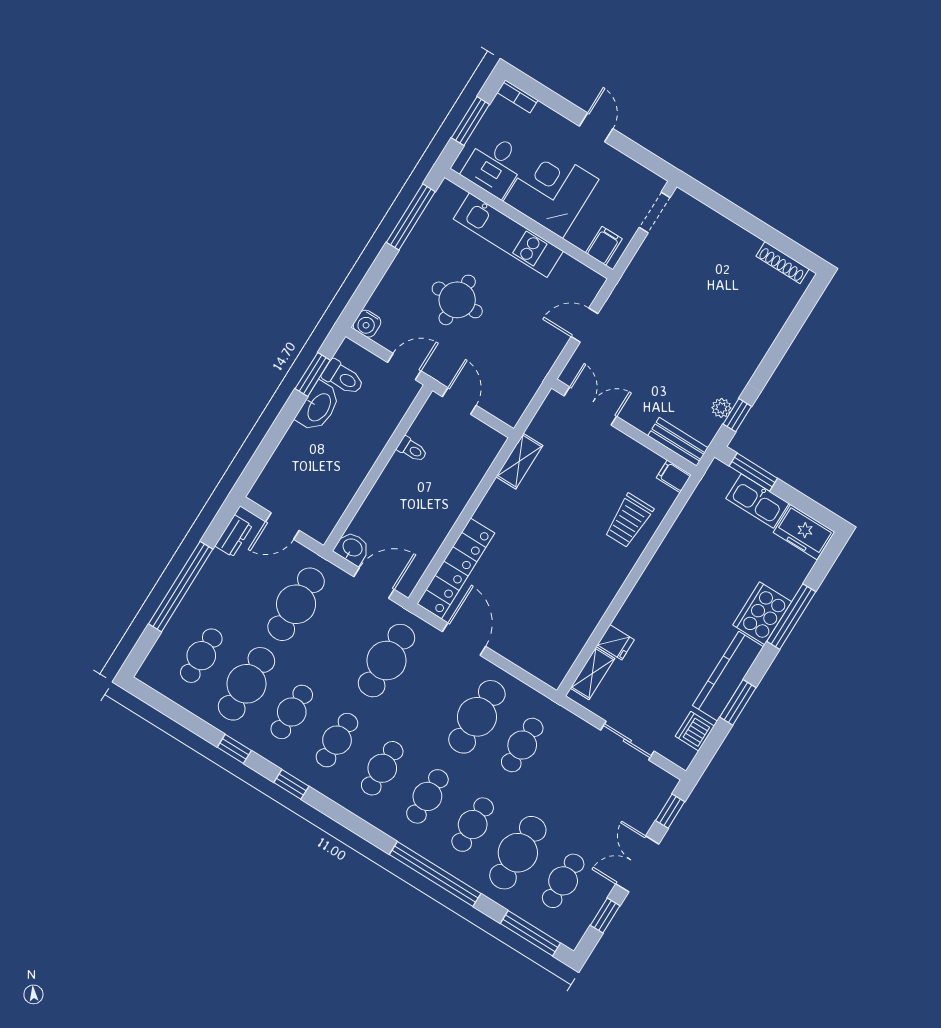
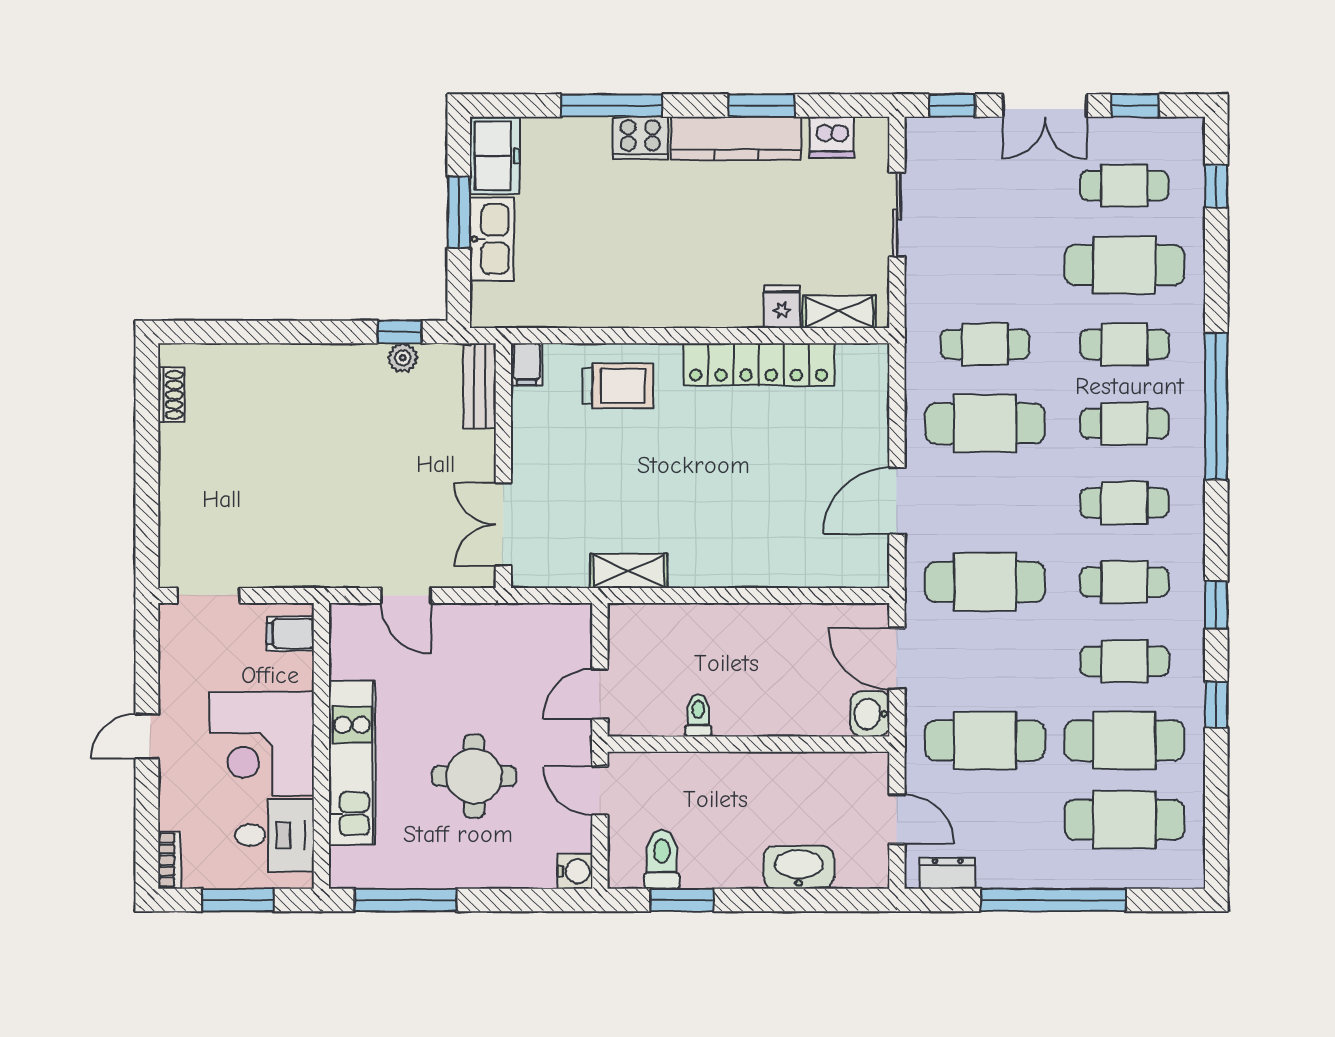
shoe rack: (783, 263) -> (171, 395), width x0.70
washbasin: (318, 407) -> (799, 867), moved
window: (753, 472) -> (459, 212), moved
locker: (456, 568) -> (759, 364), moved, turned 180
cooker: (762, 613) -> (640, 138), width x0.73, depth x0.76
cafe table: (201, 656) -> (1124, 820), width x1.37, depth x1.35
window: (435, 874) -> (1216, 406), moved
window: (530, 933) -> (1216, 186), width x0.46

